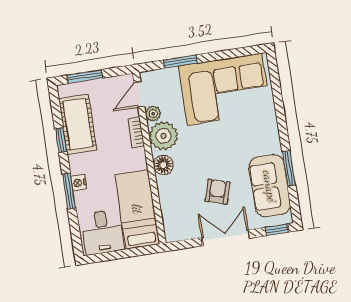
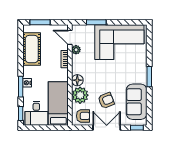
door: (139, 94) -> (70, 37), hinge flipped
plant: (163, 136) -> (80, 95), moved
window: (61, 140) -> (21, 113), moved
window: (289, 169) -> (149, 77), moved
armchair: (218, 192) -> (106, 100), turned 51
armchair: (183, 224) -> (83, 116), added

